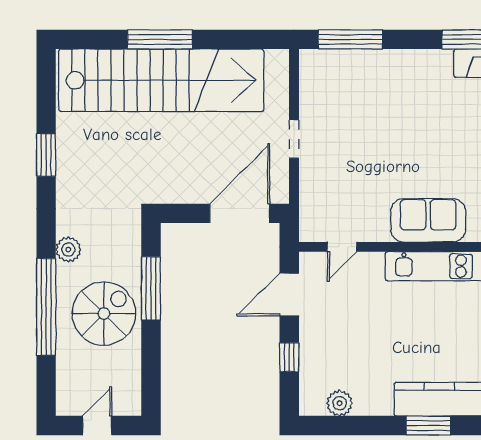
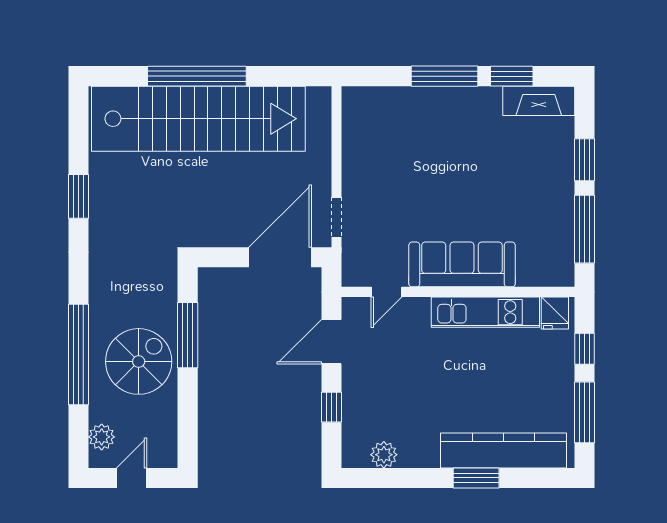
window: (160, 39) -> (197, 76), width x1.46
window: (350, 39) -> (445, 76), moved
doorway: (294, 139) -> (336, 217), moved
sofa: (428, 220) -> (462, 264), width x1.36
plant: (68, 249) -> (102, 437), moved

